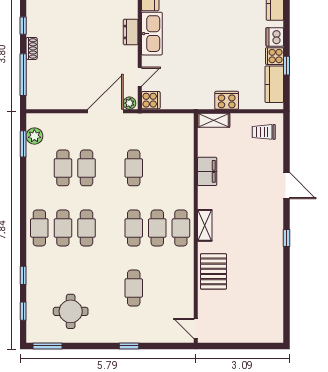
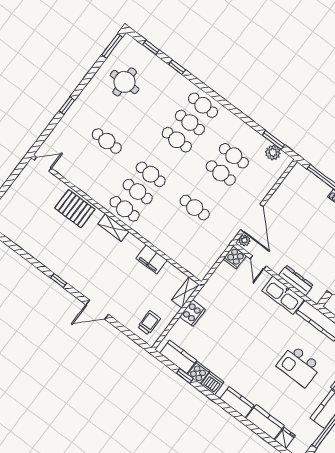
dresser: (131, 32) -> (296, 281), width x1.44

